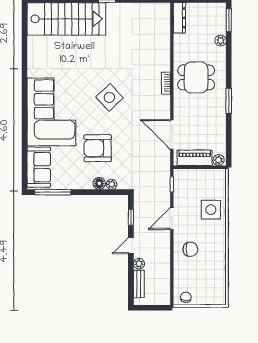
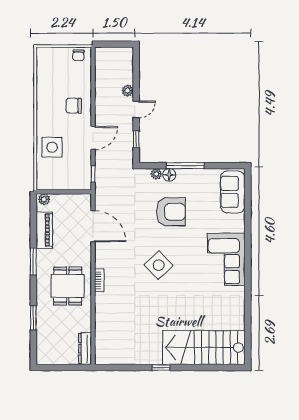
window: (229, 20) -> (33, 318), moved
plant: (221, 41) -> (42, 325), removed
dining table: (196, 77) -> (68, 286), turned 90
corner sofa: (51, 112) -> (226, 259), width x0.73, depth x0.74
piano: (195, 158) -> (44, 230), moved, turned -90
window: (53, 192) -> (185, 166), moved
bench: (139, 284) -> (128, 69), removed

